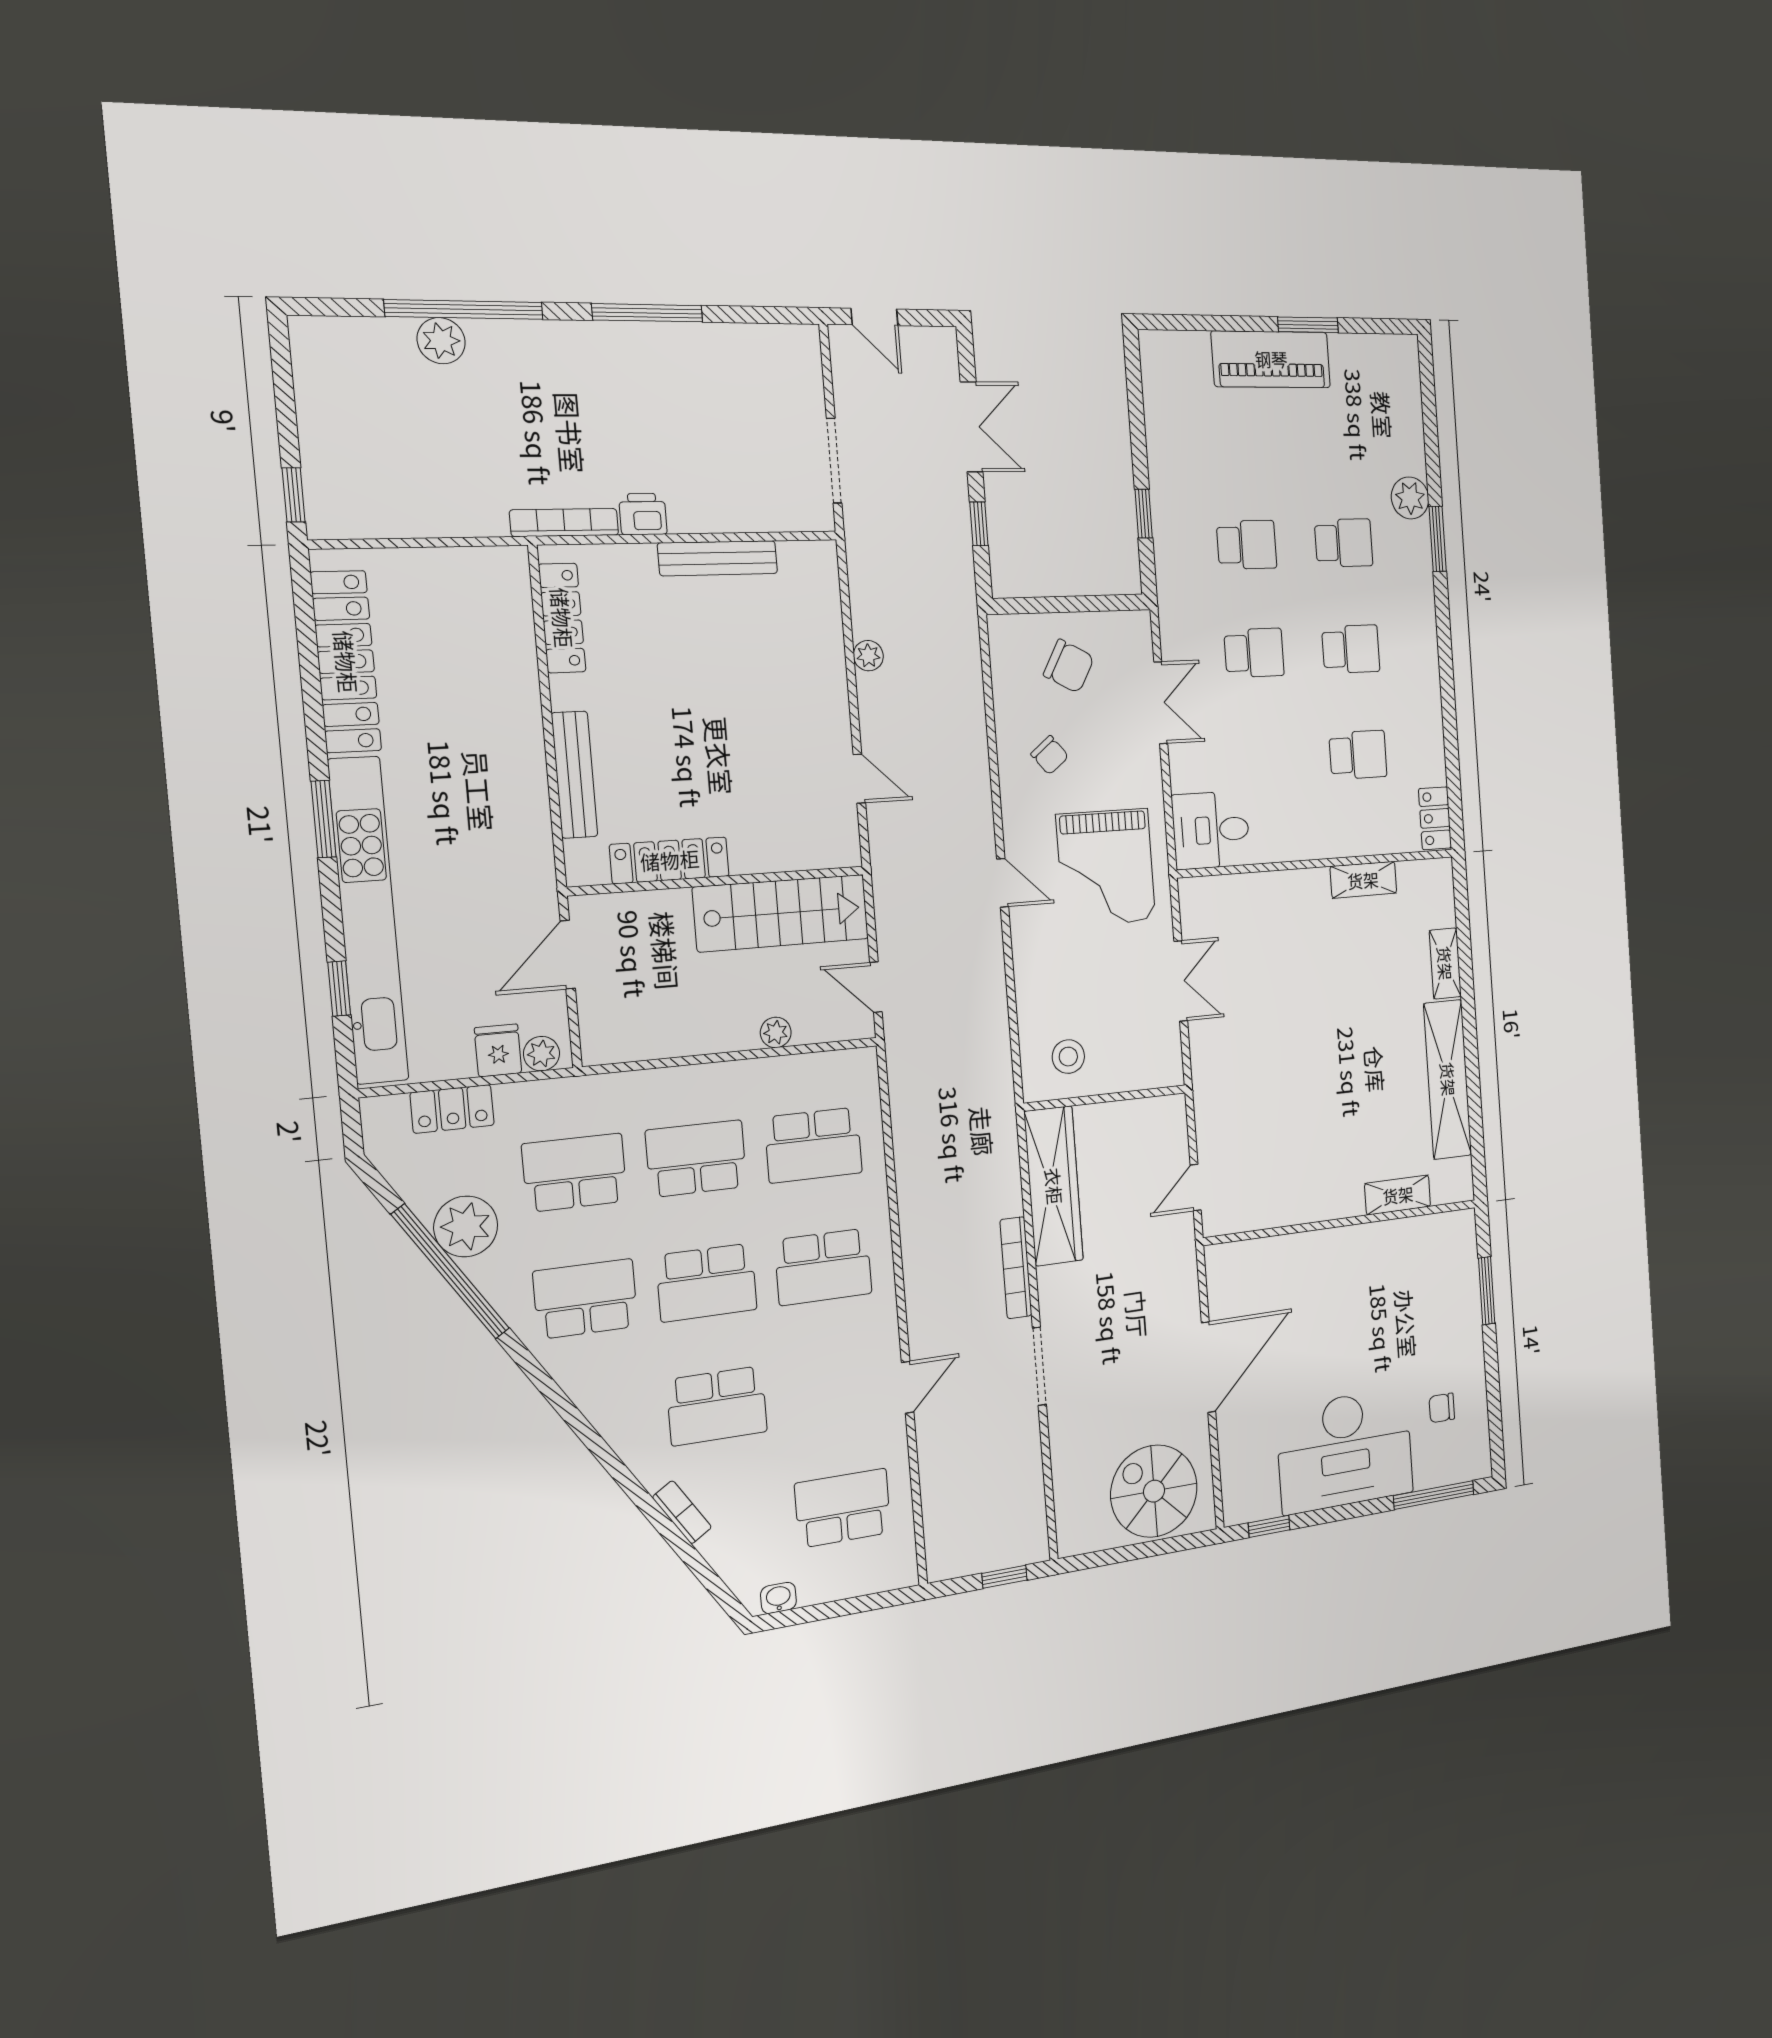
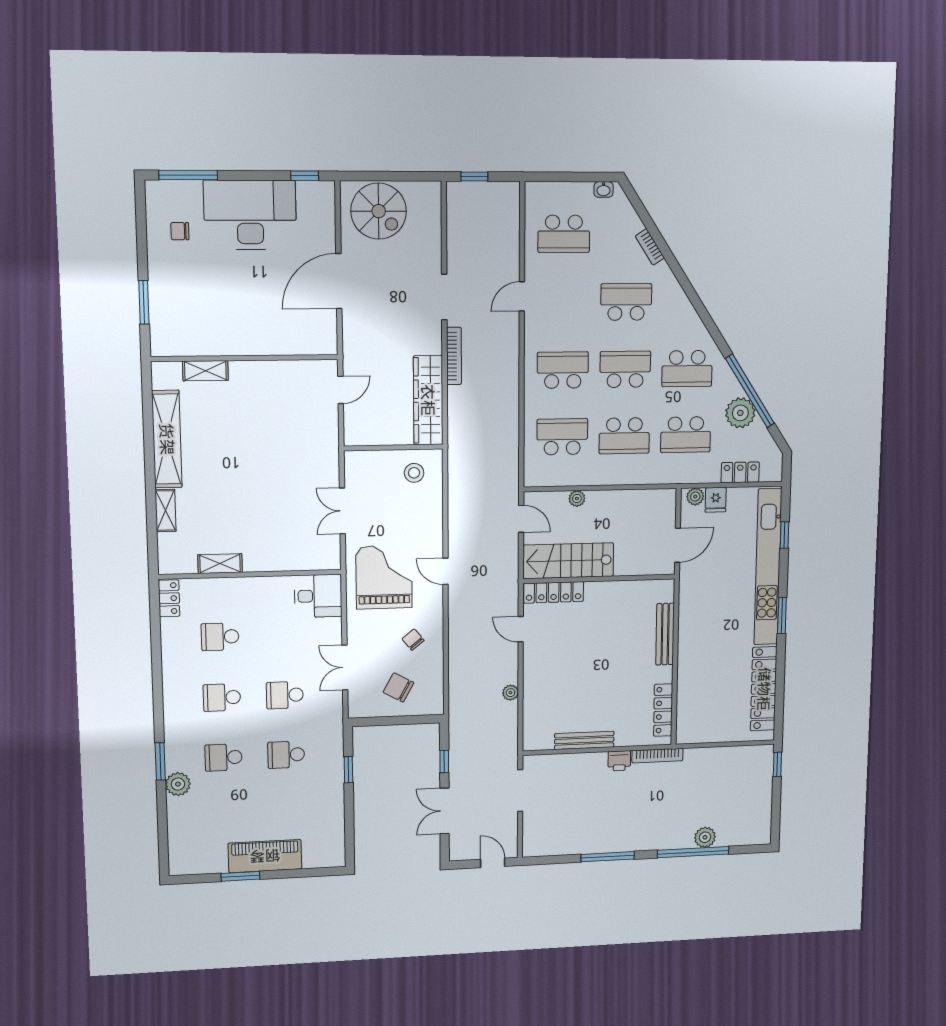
locker: (670, 860) -> (554, 592), moved
chair: (1442, 1408) -> (180, 231), turned 180

